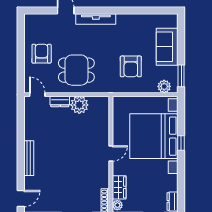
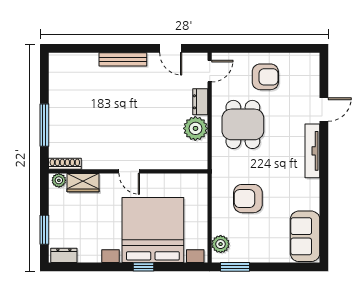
sofa: (167, 47) -> (305, 236), moved, turned -90
door: (21, 199) -> (171, 48), moved

